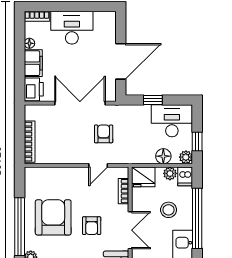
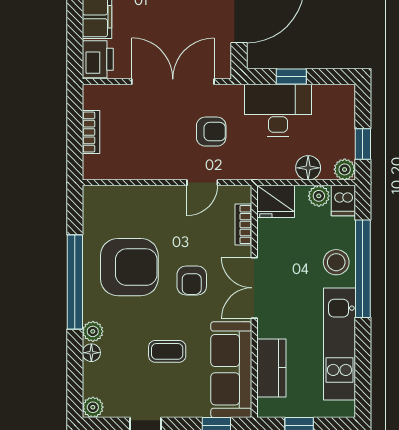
desk: (172, 121) -> (278, 110), moved
armchair: (104, 134) -> (211, 132), turned 90
bookcase: (30, 142) -> (91, 132), width x0.64
stool: (169, 210) -> (336, 262), moved
armchair: (53, 217) -> (129, 267), turned 90
double door: (130, 230) -> (254, 288), swing flipped

